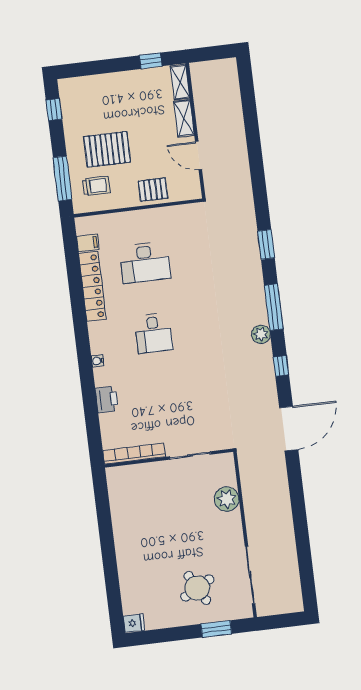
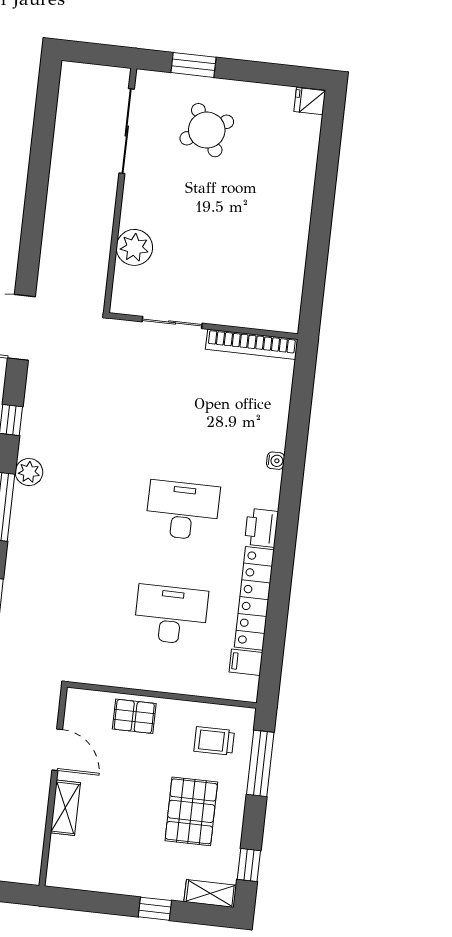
window: (151, 61) -> (155, 909), moved
shelving: (180, 82) -> (210, 893), moved, turned 90
pallet: (107, 149) -> (191, 811), moved, turned 90
desk: (153, 333) -> (183, 510), width x1.37
water cooler: (98, 361) -> (276, 461), moved
printer: (107, 399) -> (261, 528), moved

